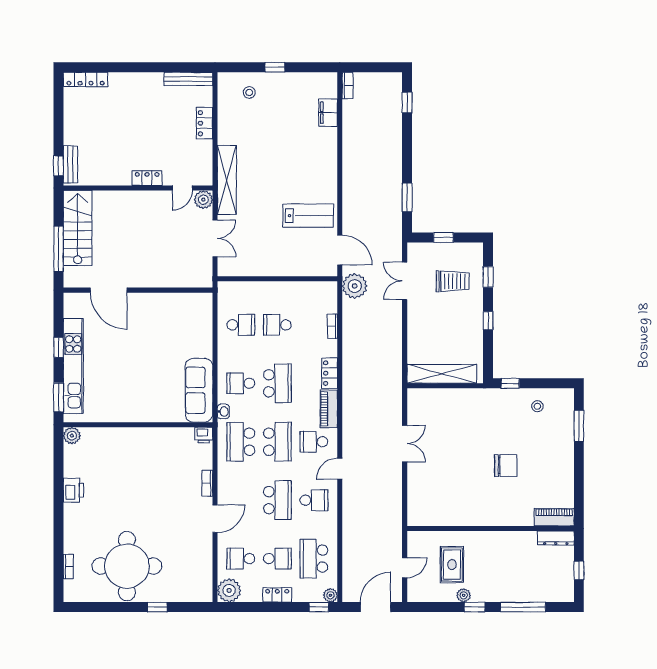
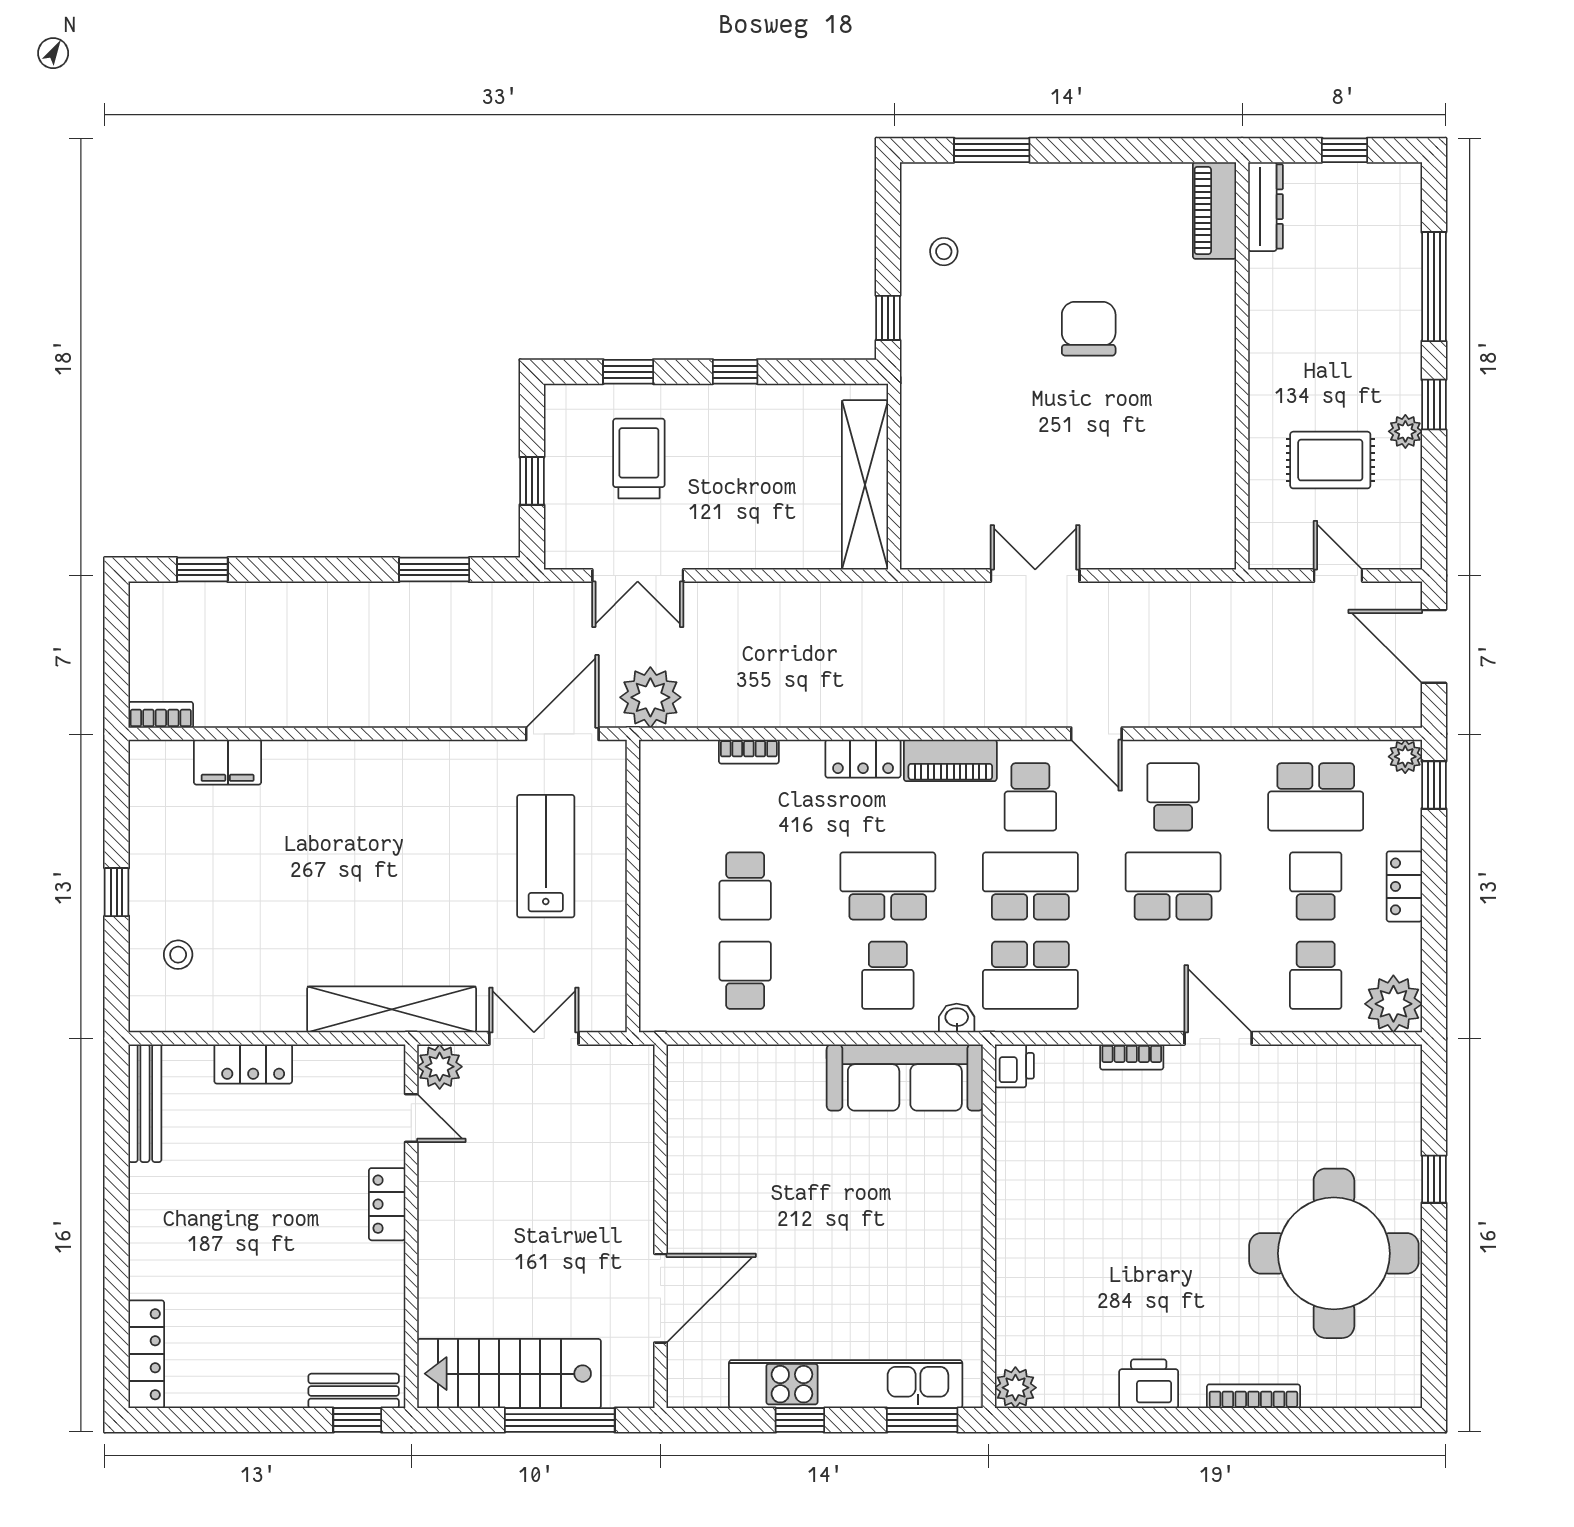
lab bench: (308, 216) -> (546, 856), moved
bookcase: (68, 567) -> (1253, 1396), moved, width x1.56

